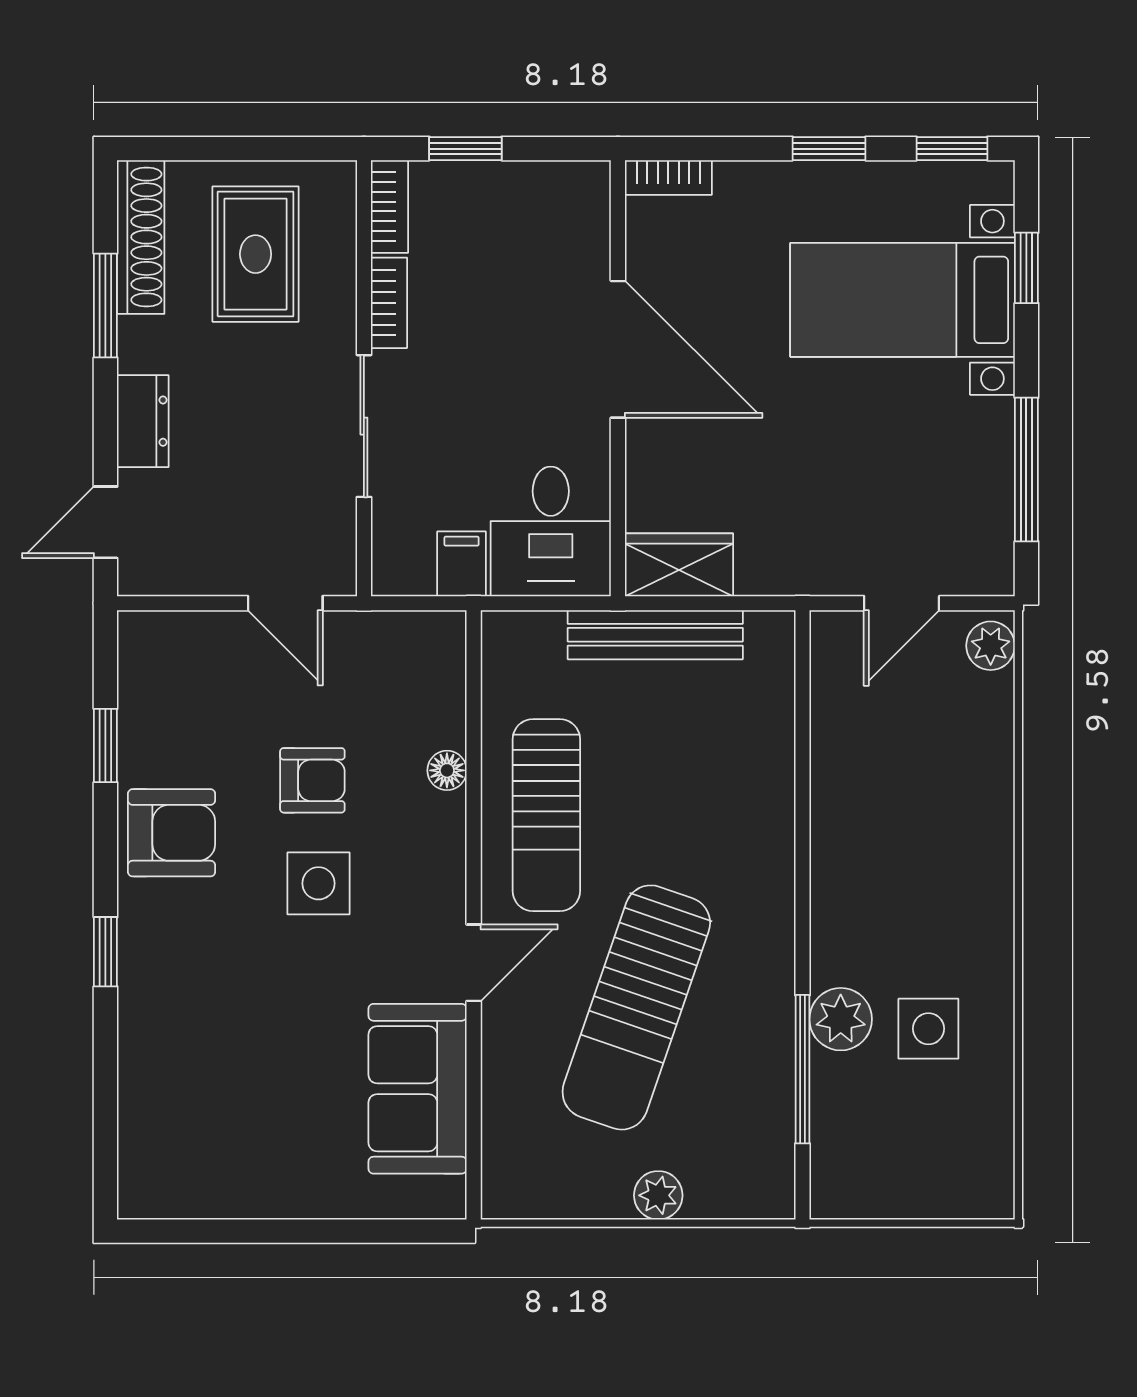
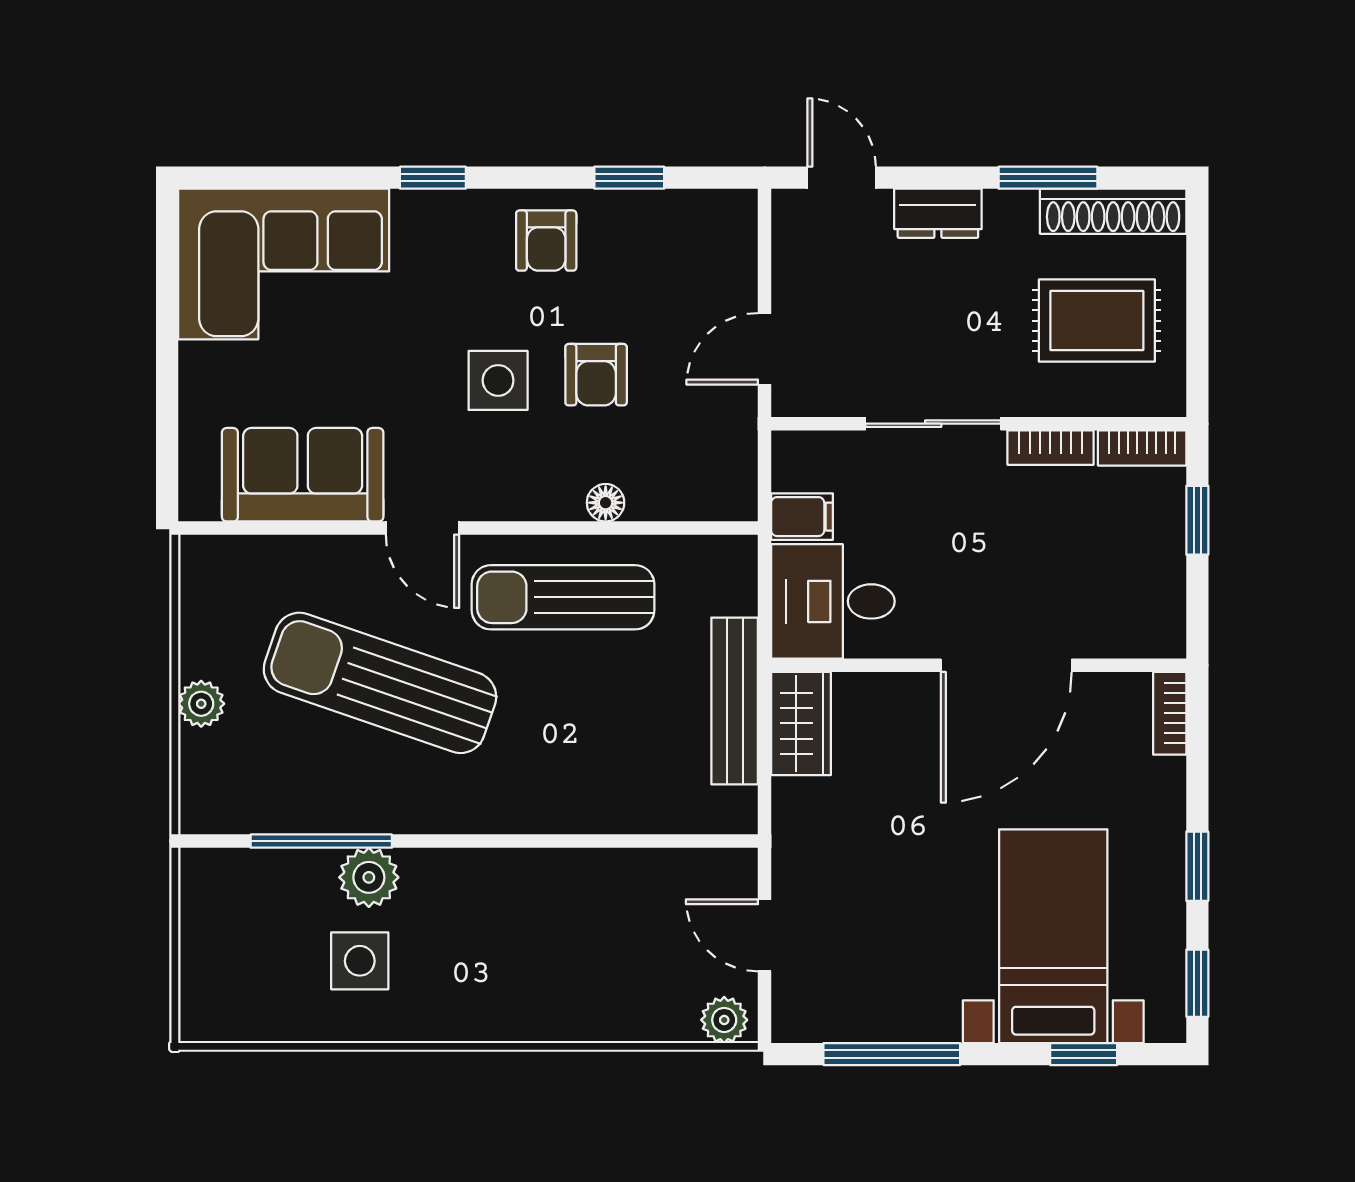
armchair: (172, 833) -> (546, 241), width x0.72, depth x0.72
corner sofa: (196, 1109) -> (284, 264), added

